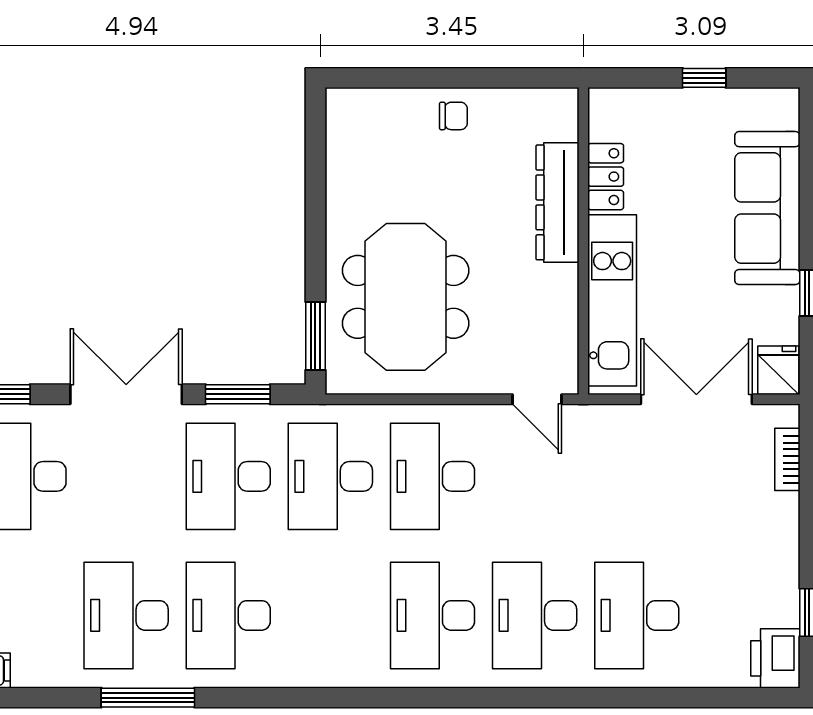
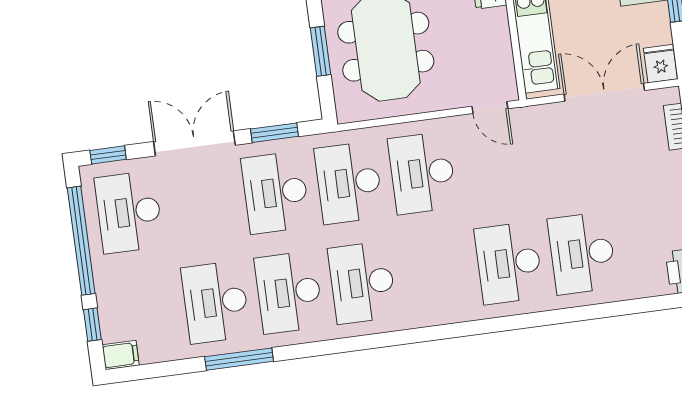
window: (315, 336) -> (321, 51), moved
desk: (432, 615) -> (362, 283), moved

